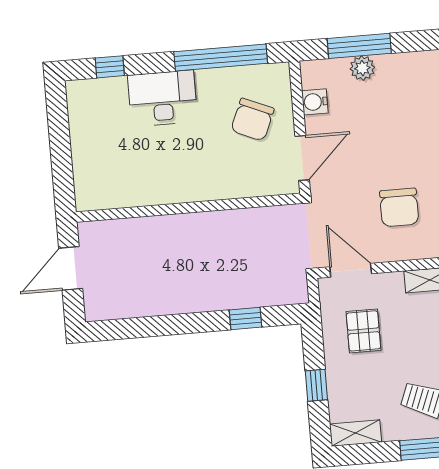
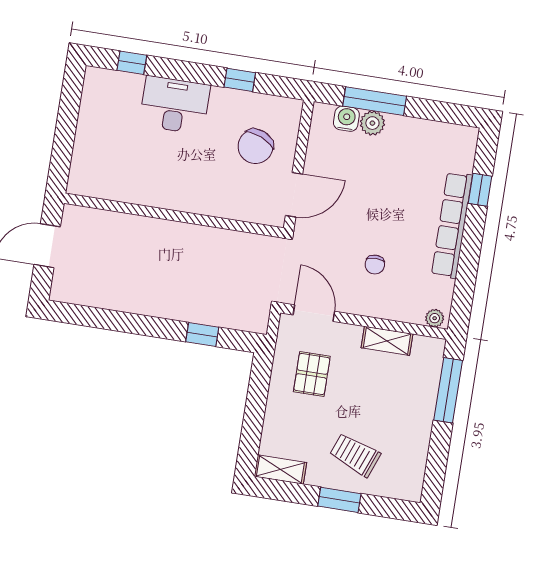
window: (221, 58) -> (240, 80), width x0.32
water cooler: (315, 102) -> (346, 119), moved, turned 90
chair: (399, 207) -> (375, 265), width x0.54, depth x0.54
window: (316, 385) -> (254, 415), removed

